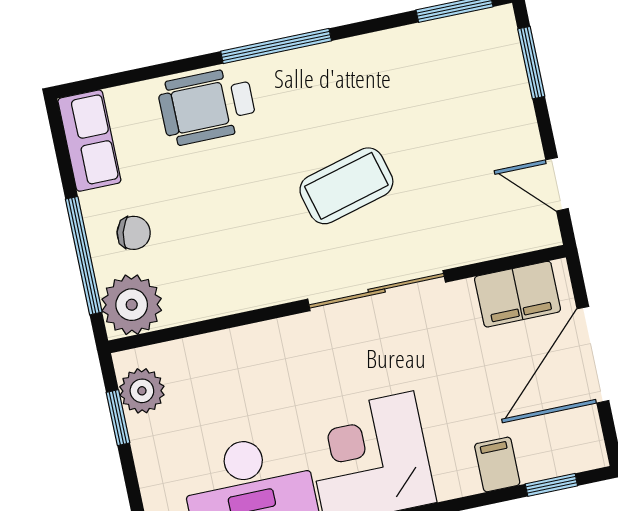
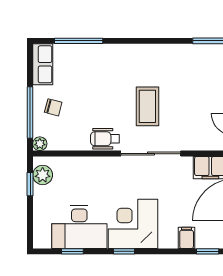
window: (276, 46) -> (79, 41), moved
wheelchair: (207, 106) -> (105, 139), moved, width x0.73, depth x0.73
coffee table: (346, 186) -> (147, 106), turned -75
plant: (132, 305) -> (40, 144), width x0.53, depth x0.53

